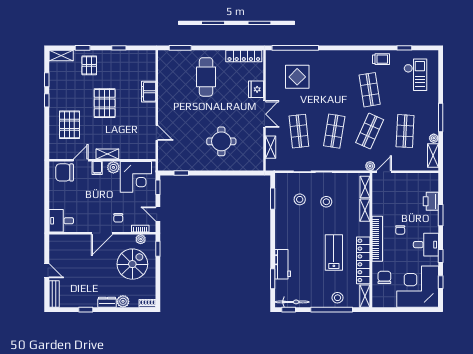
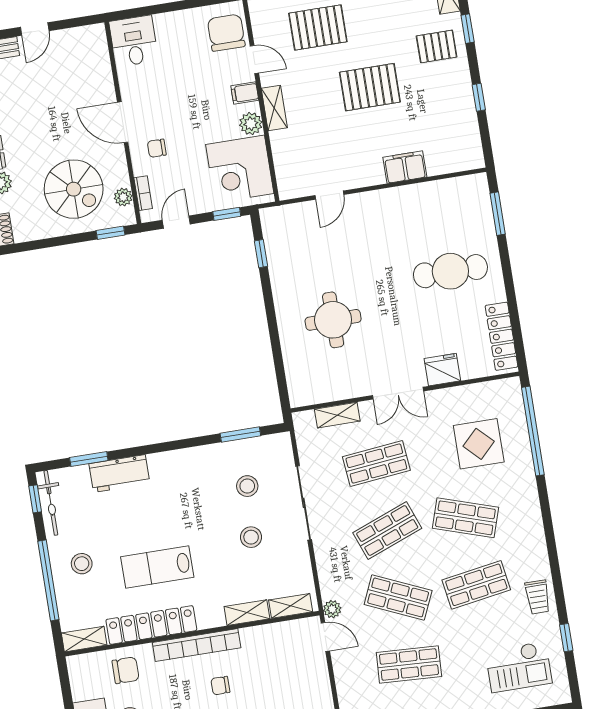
shop shelf: (334, 90) -> (465, 518), added
shop shelf: (334, 131) -> (387, 531), turned -30
lab bench: (334, 253) -> (157, 567), turned 180
stool: (338, 298) -> (82, 564), moved

